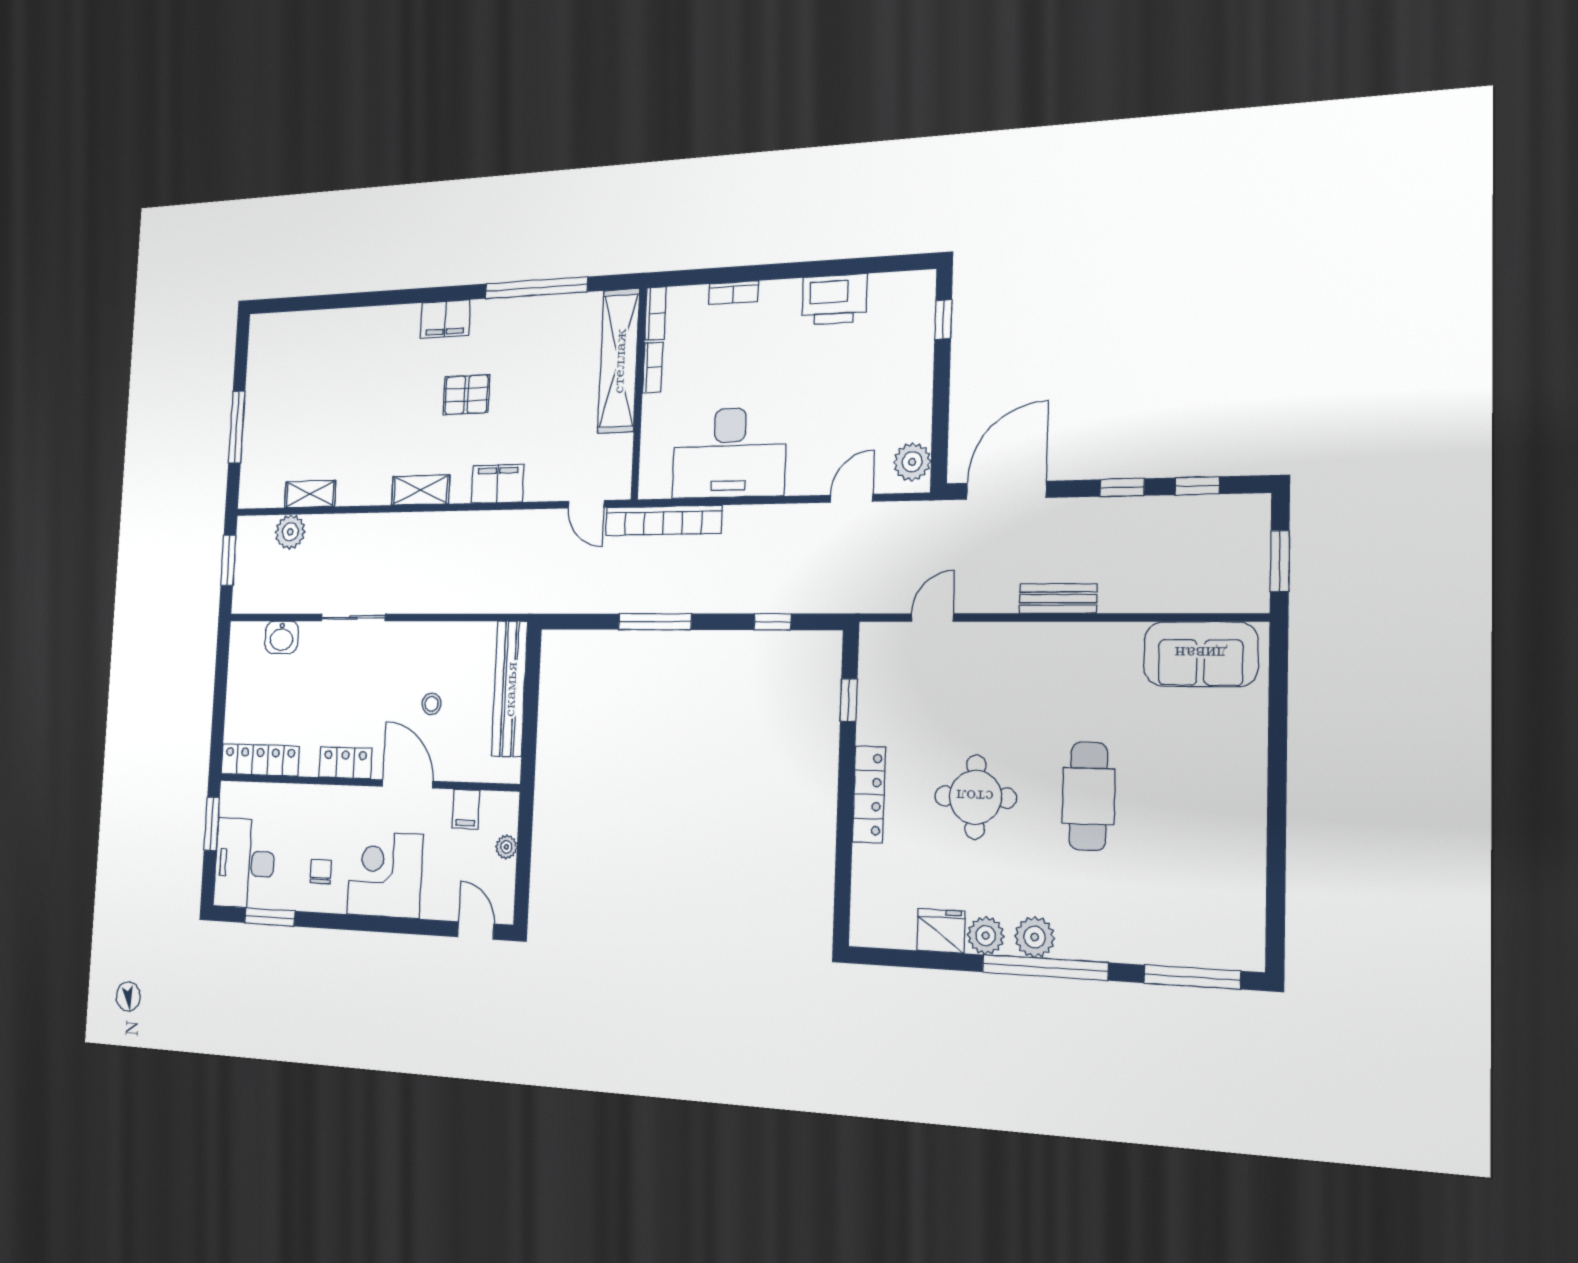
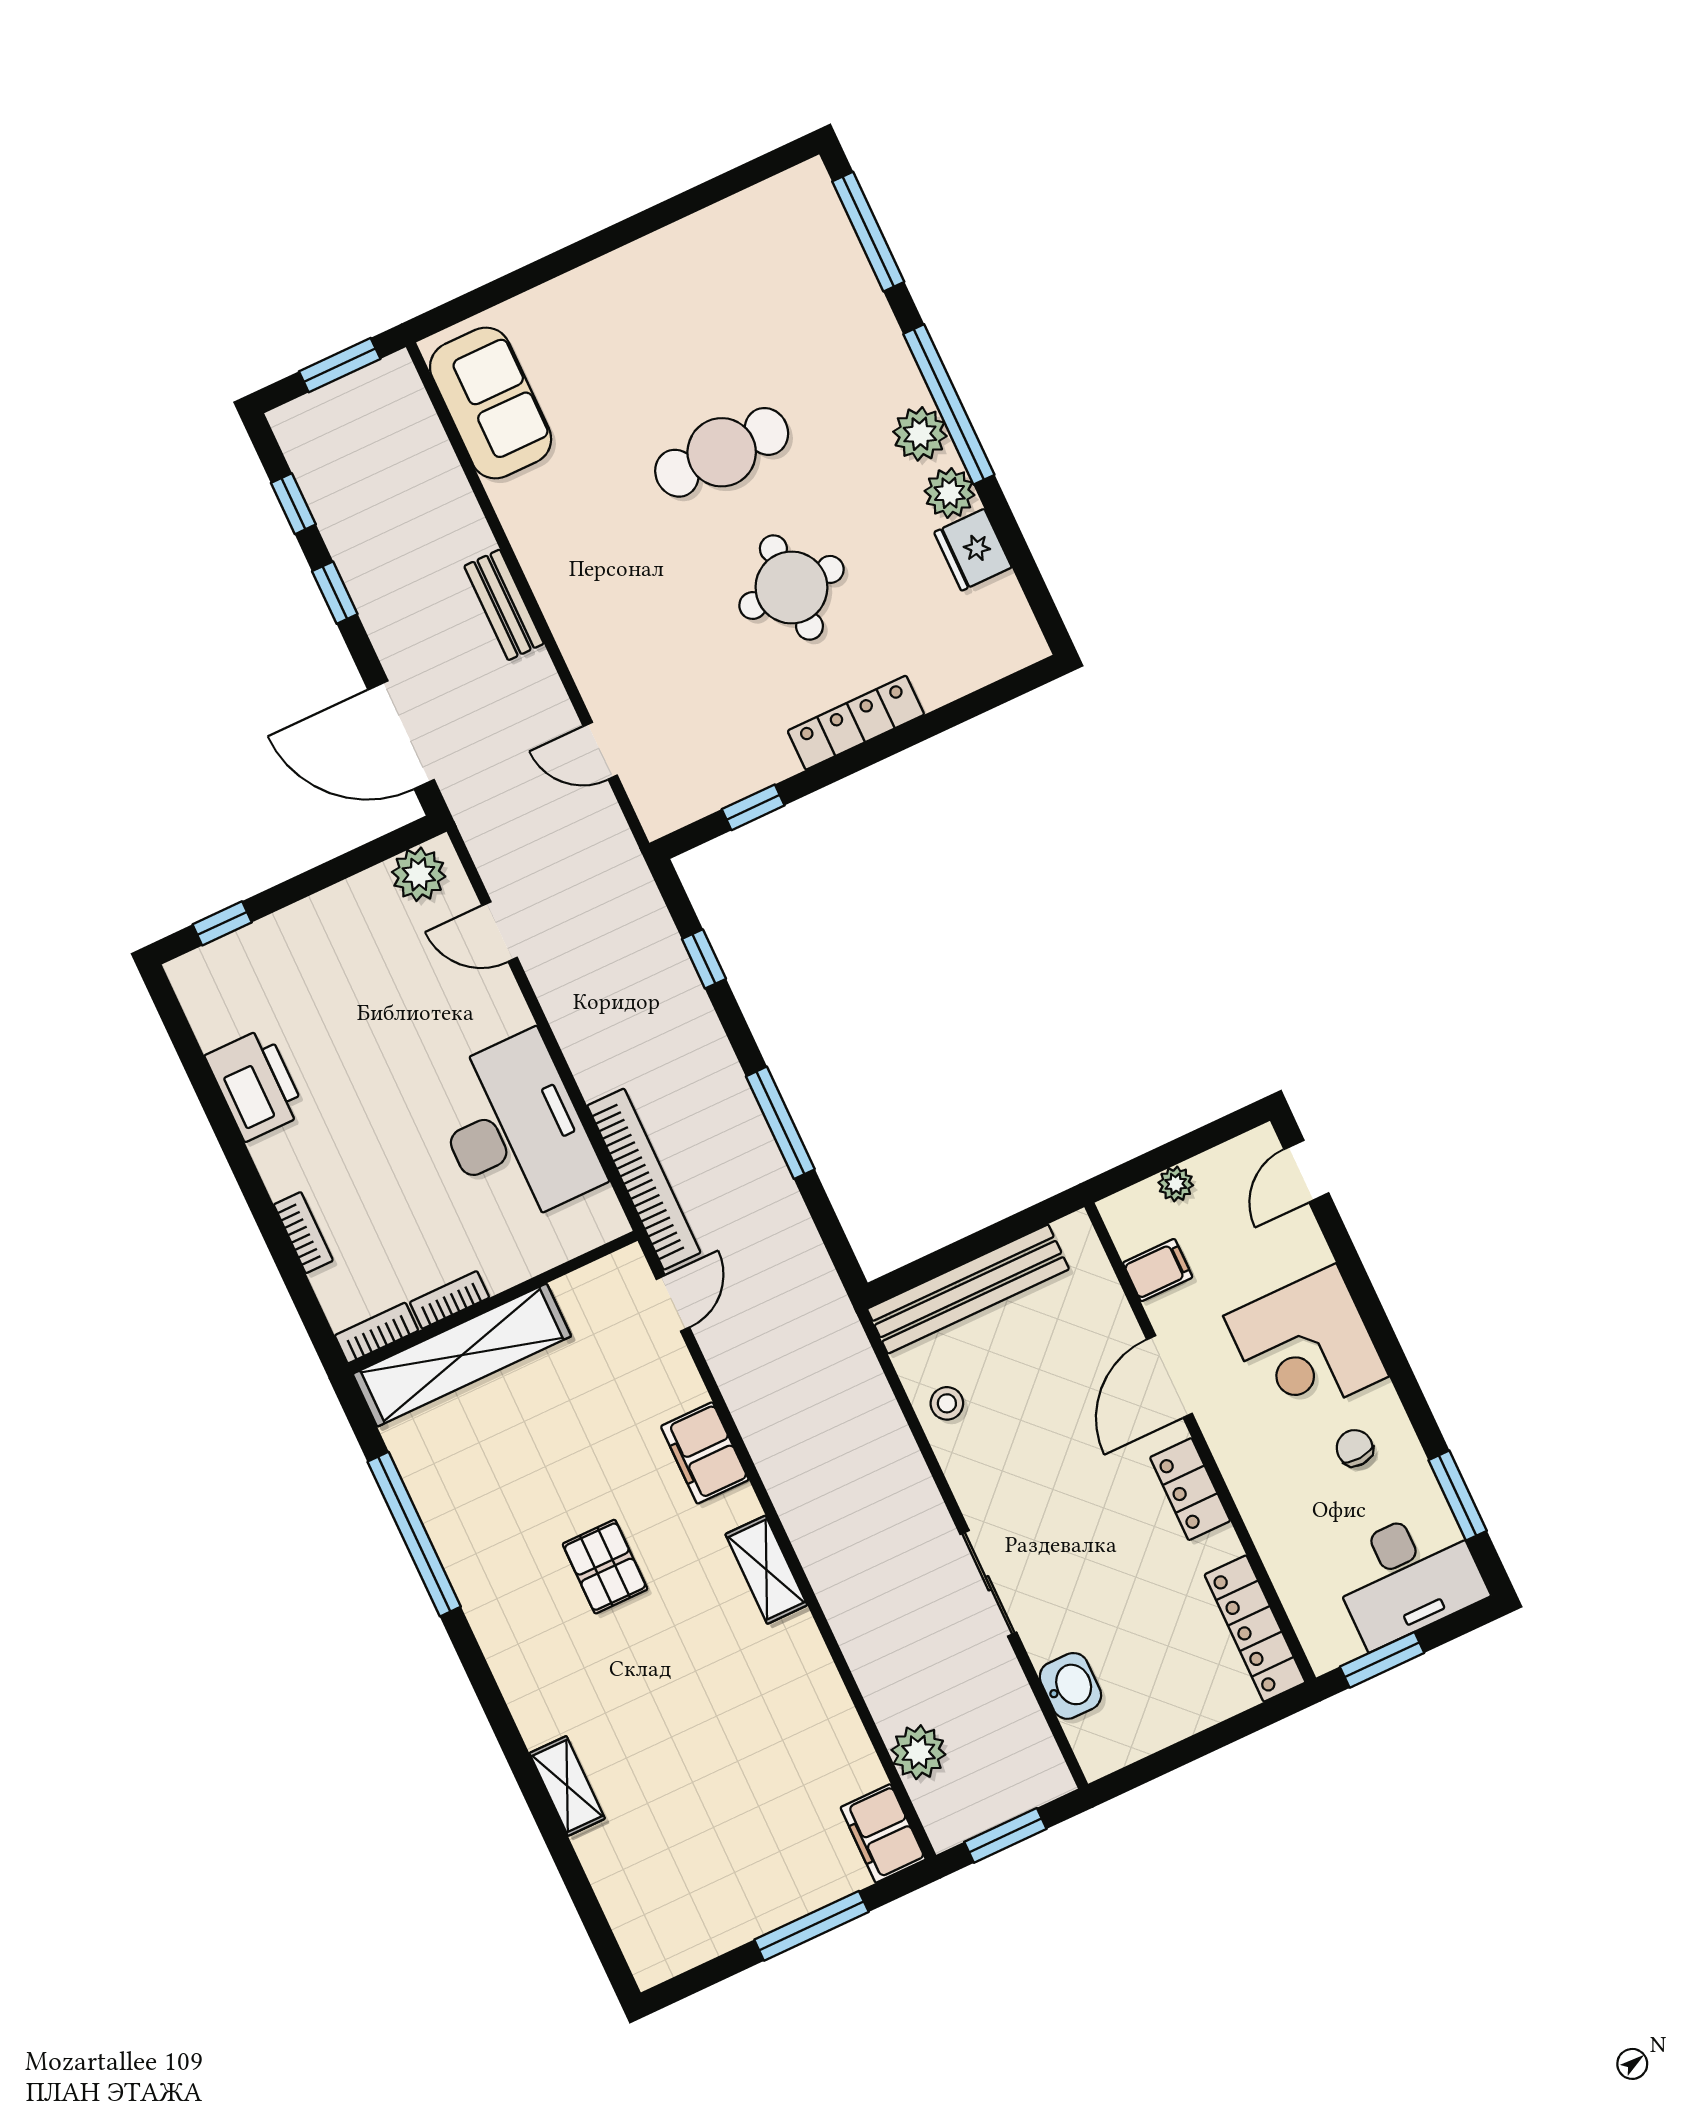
filing cabinet: (445, 319) -> (883, 1833), moved, turned 180
shelving: (310, 494) -> (567, 1786), moved
stool: (432, 704) -> (947, 1403), moved
chair: (321, 872) -> (1355, 1448), turned 86

